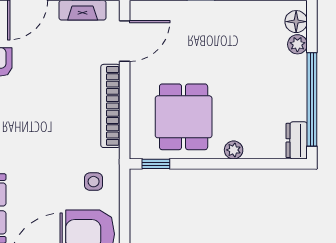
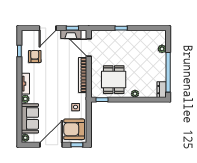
floor lamp: (296, 22) -> (161, 39), removed
door: (125, 41) -> (89, 47), swing flipped

